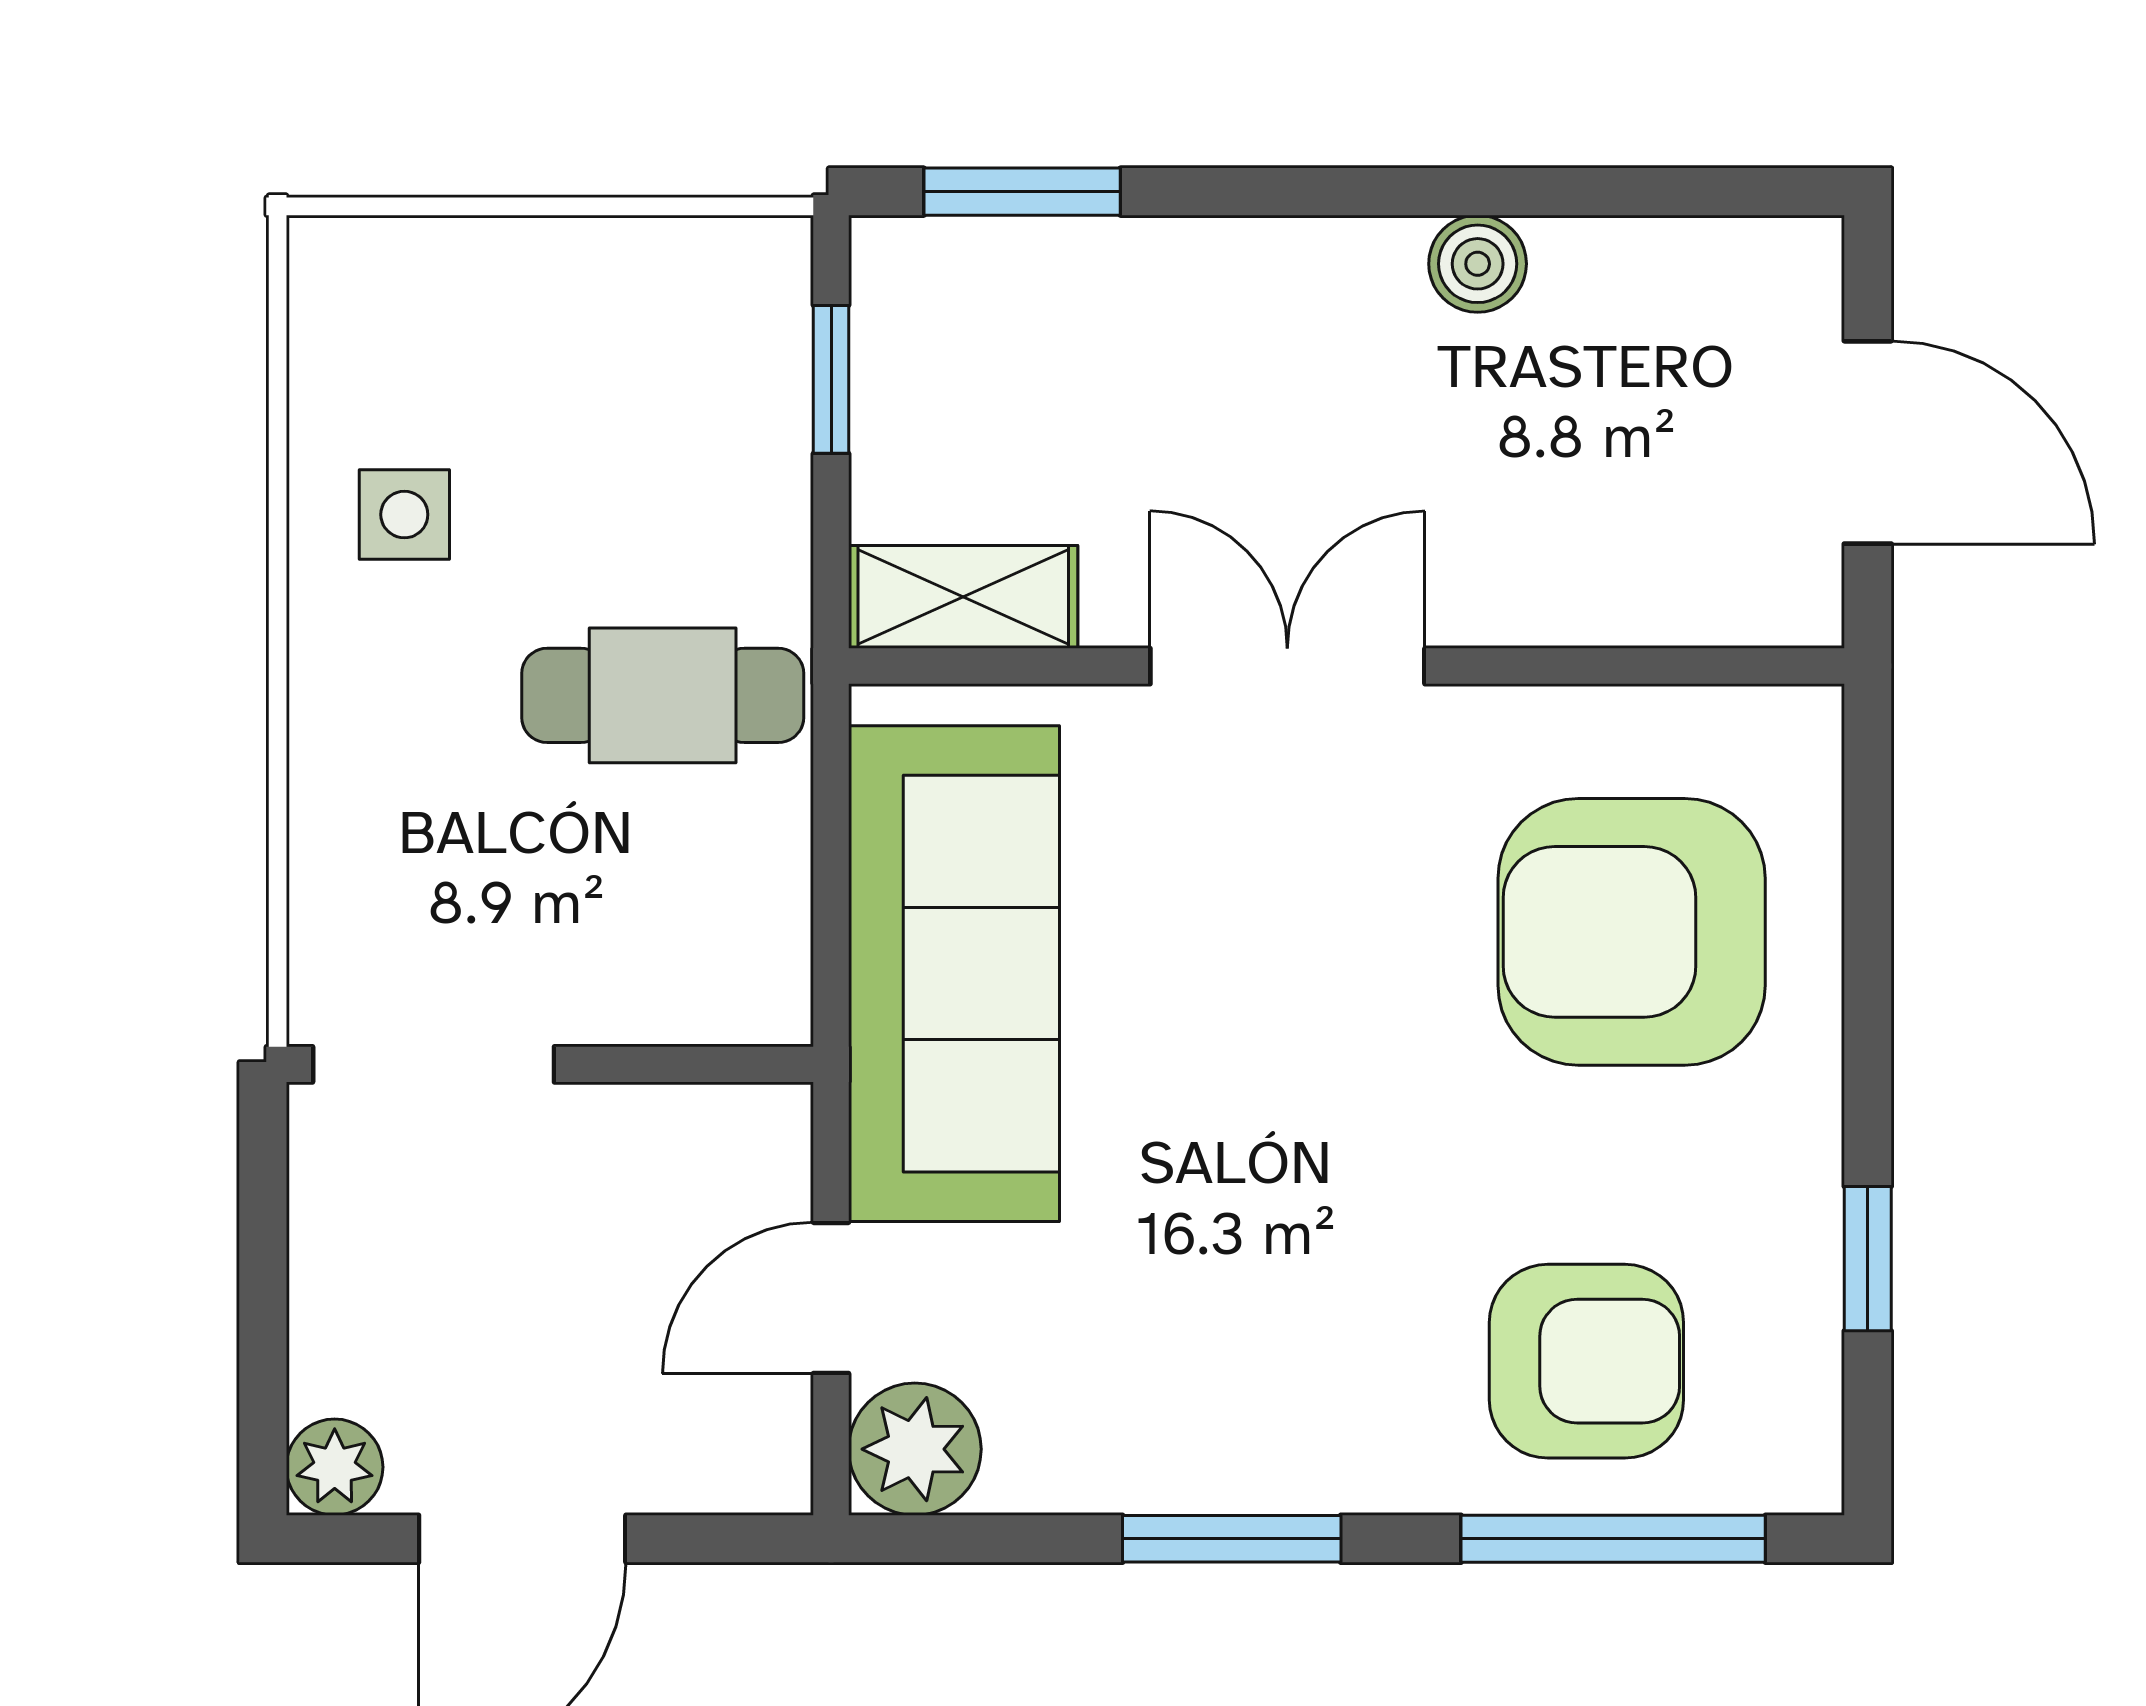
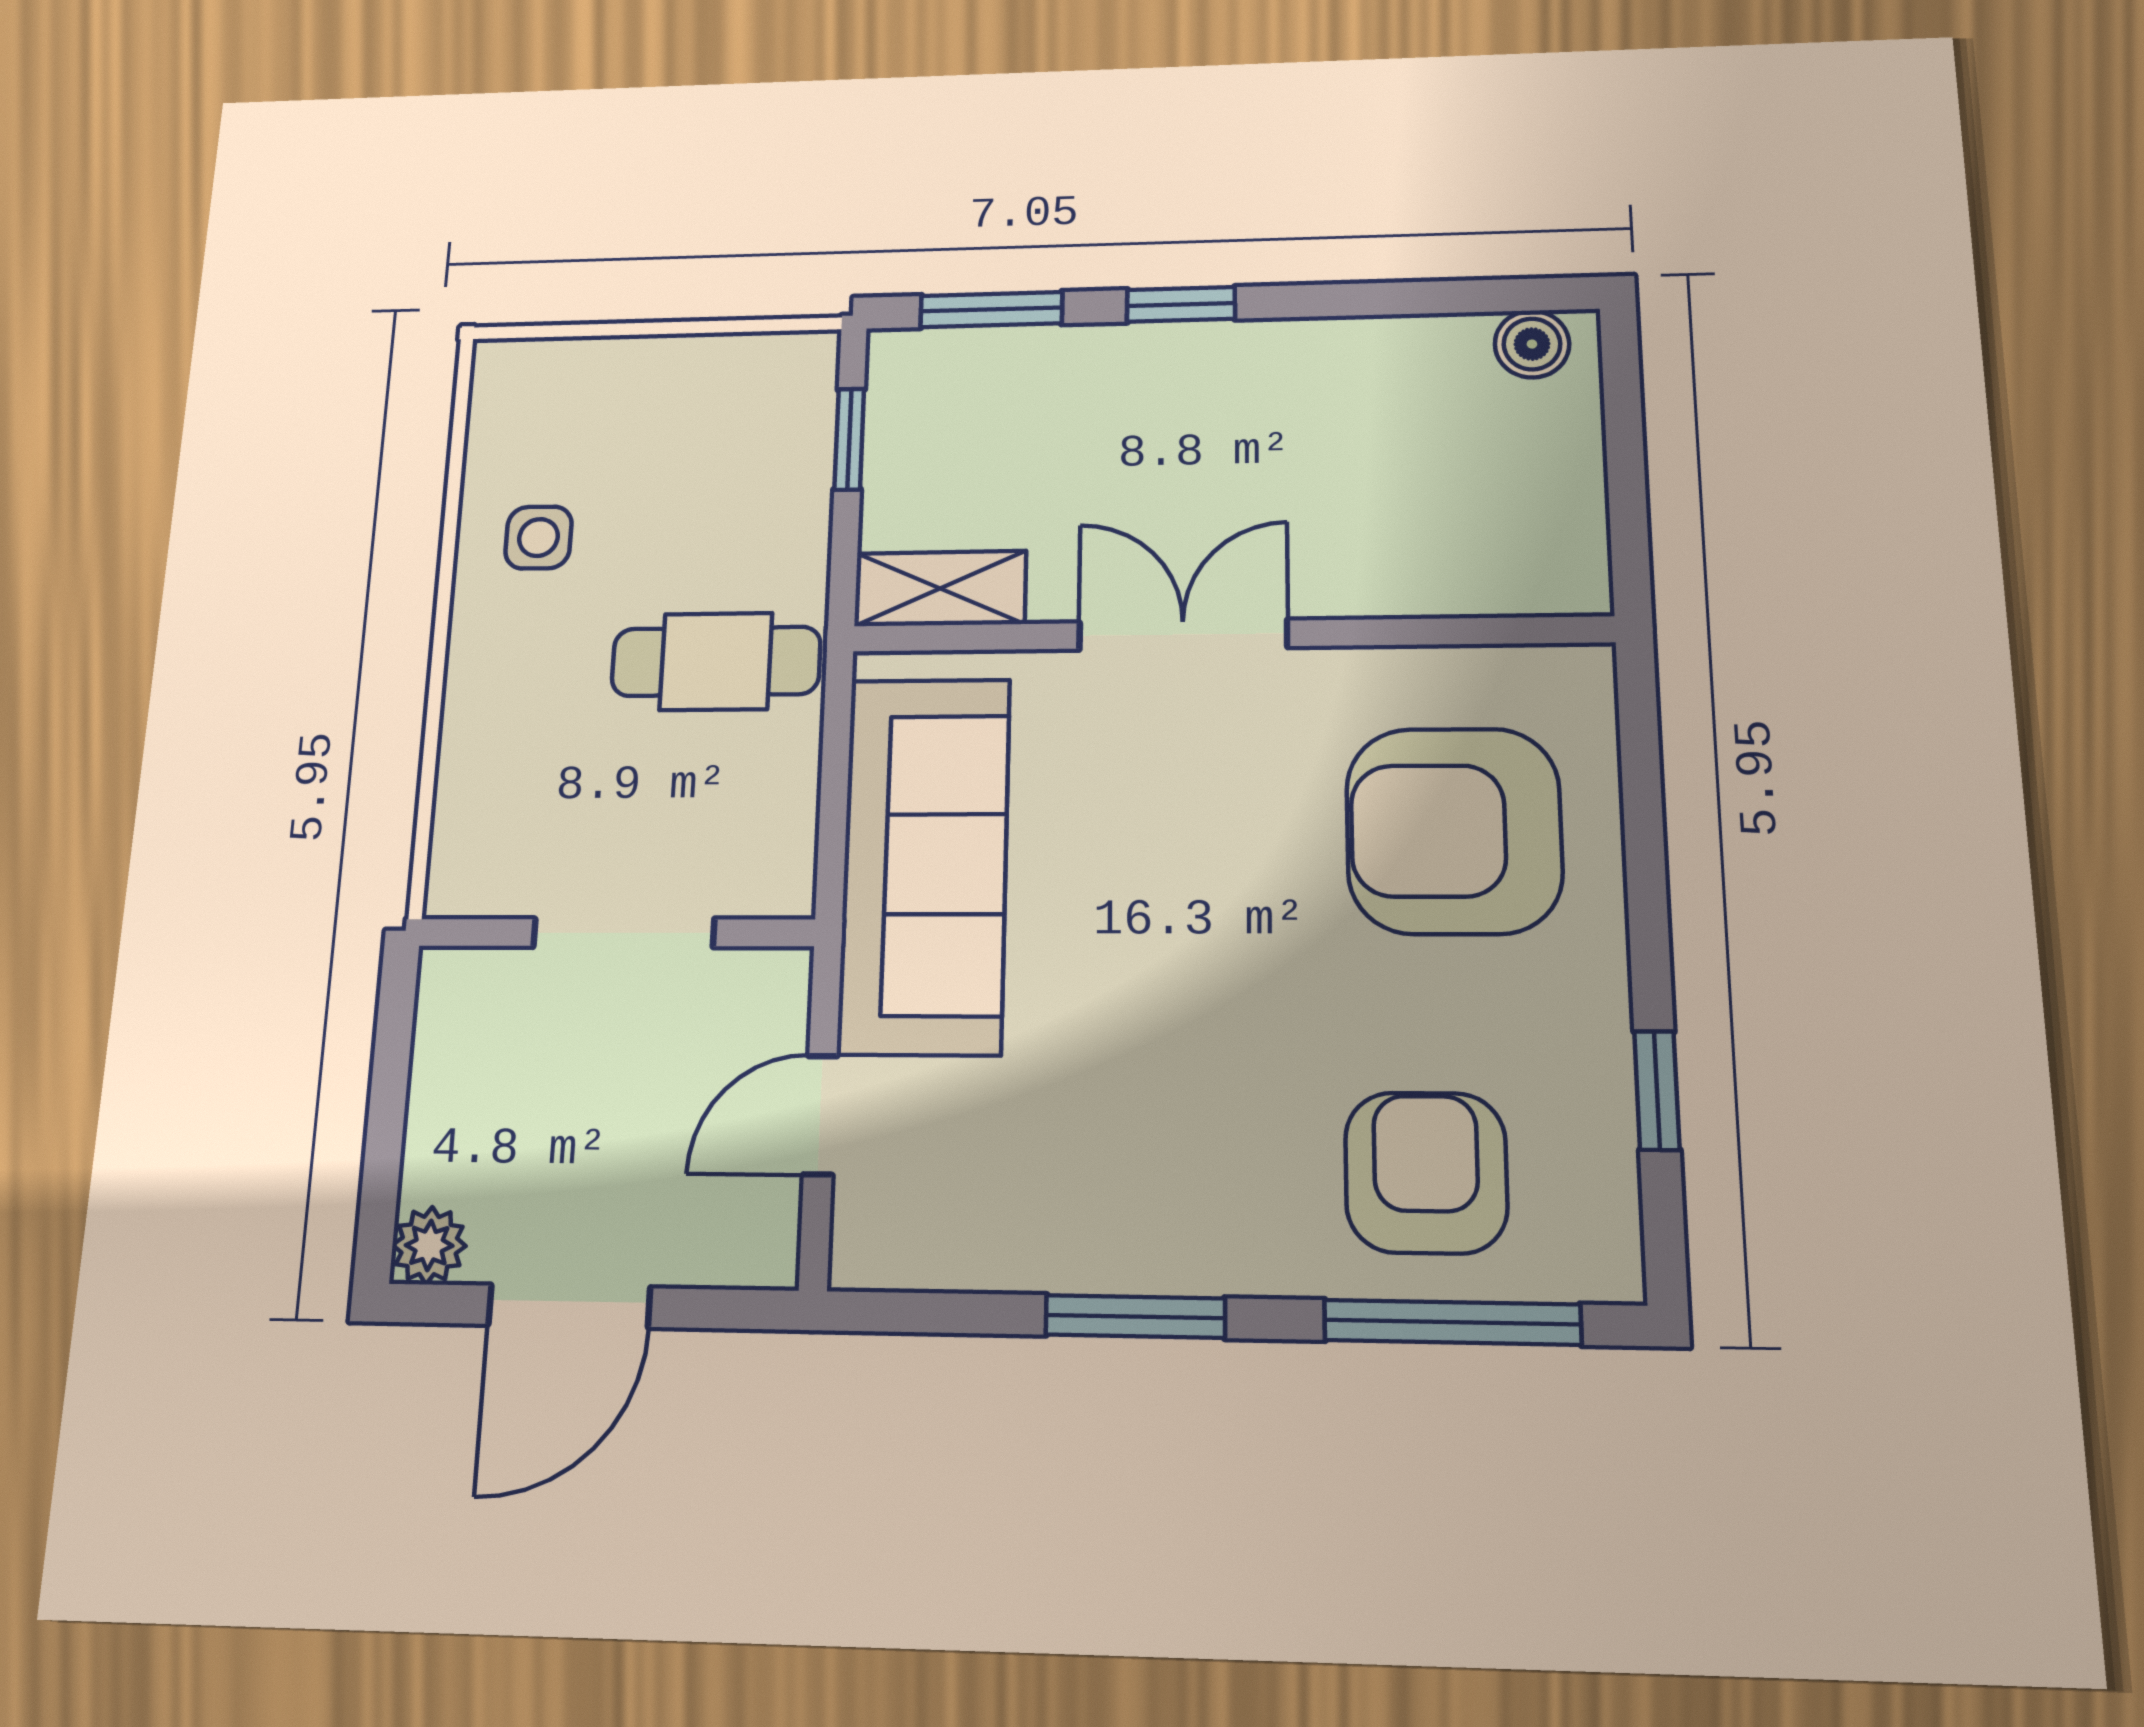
window: (1284, 192) -> (1181, 304), added
boiler: (1478, 264) -> (1532, 344), moved
door: (1868, 442) -> (1626, 467), removed
doorway: (434, 1064) -> (624, 933), moved
armchair: (1586, 1361) -> (1426, 1173), turned -90
plant: (915, 1449) -> (881, 1238), removed

